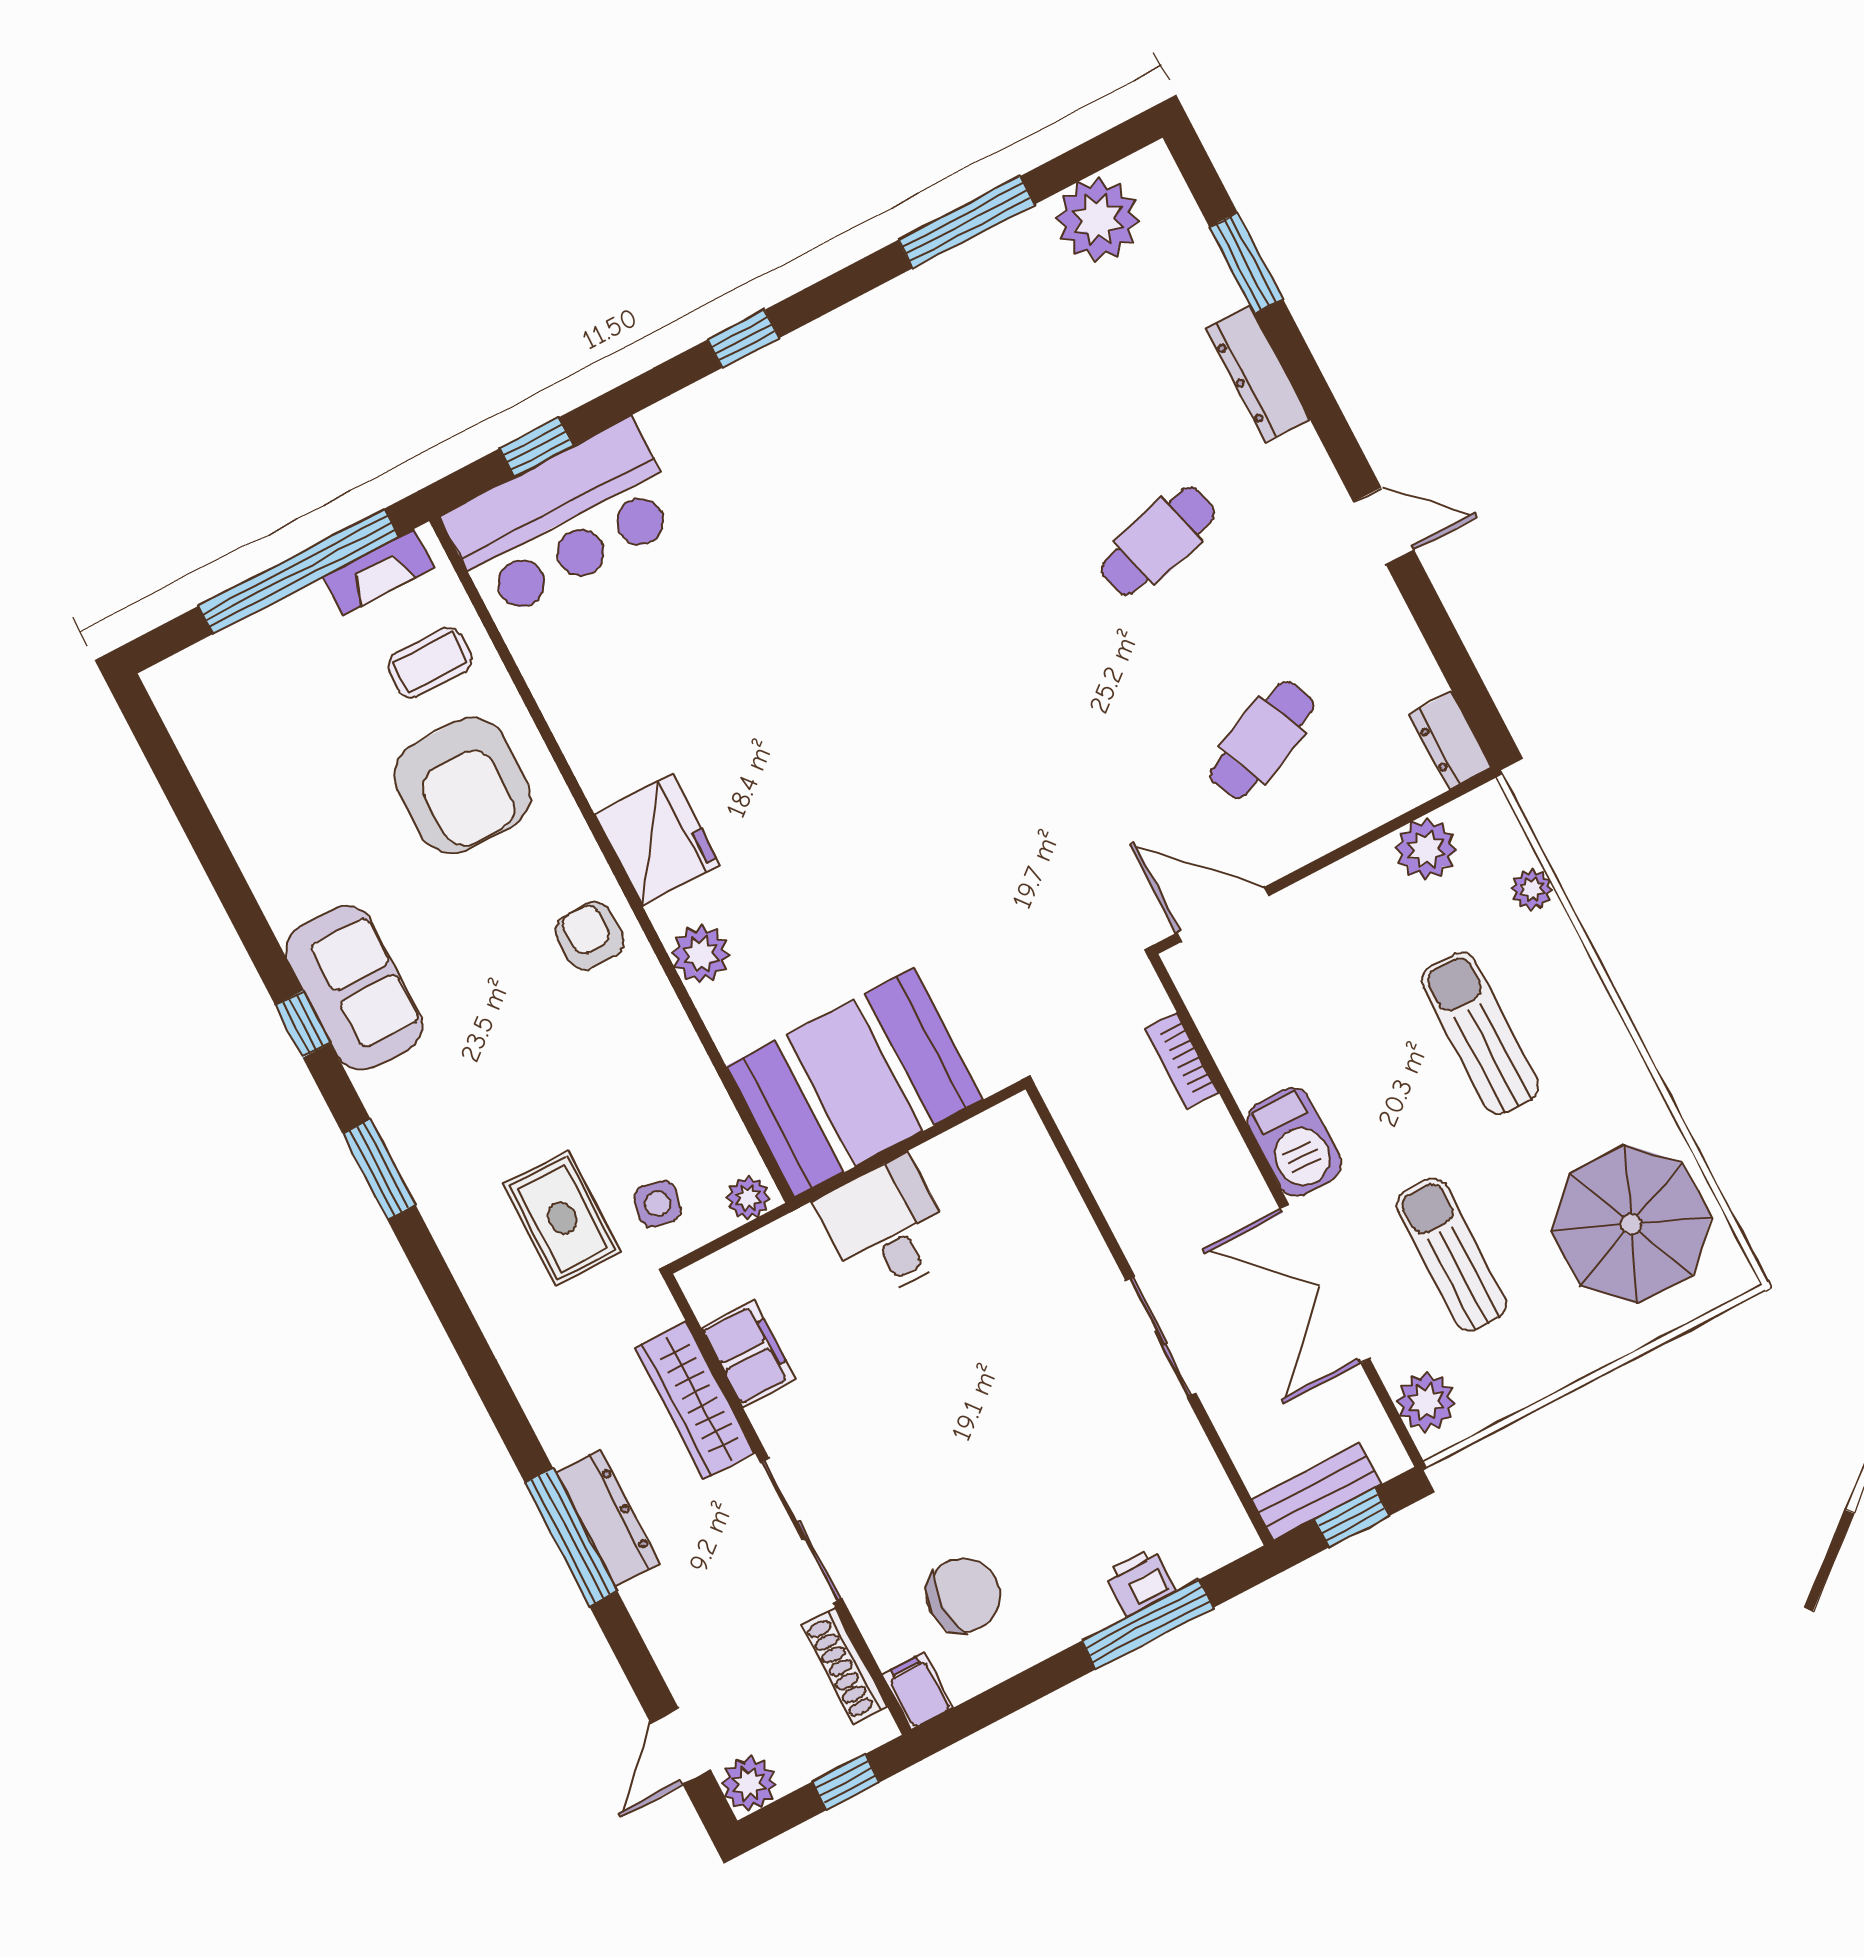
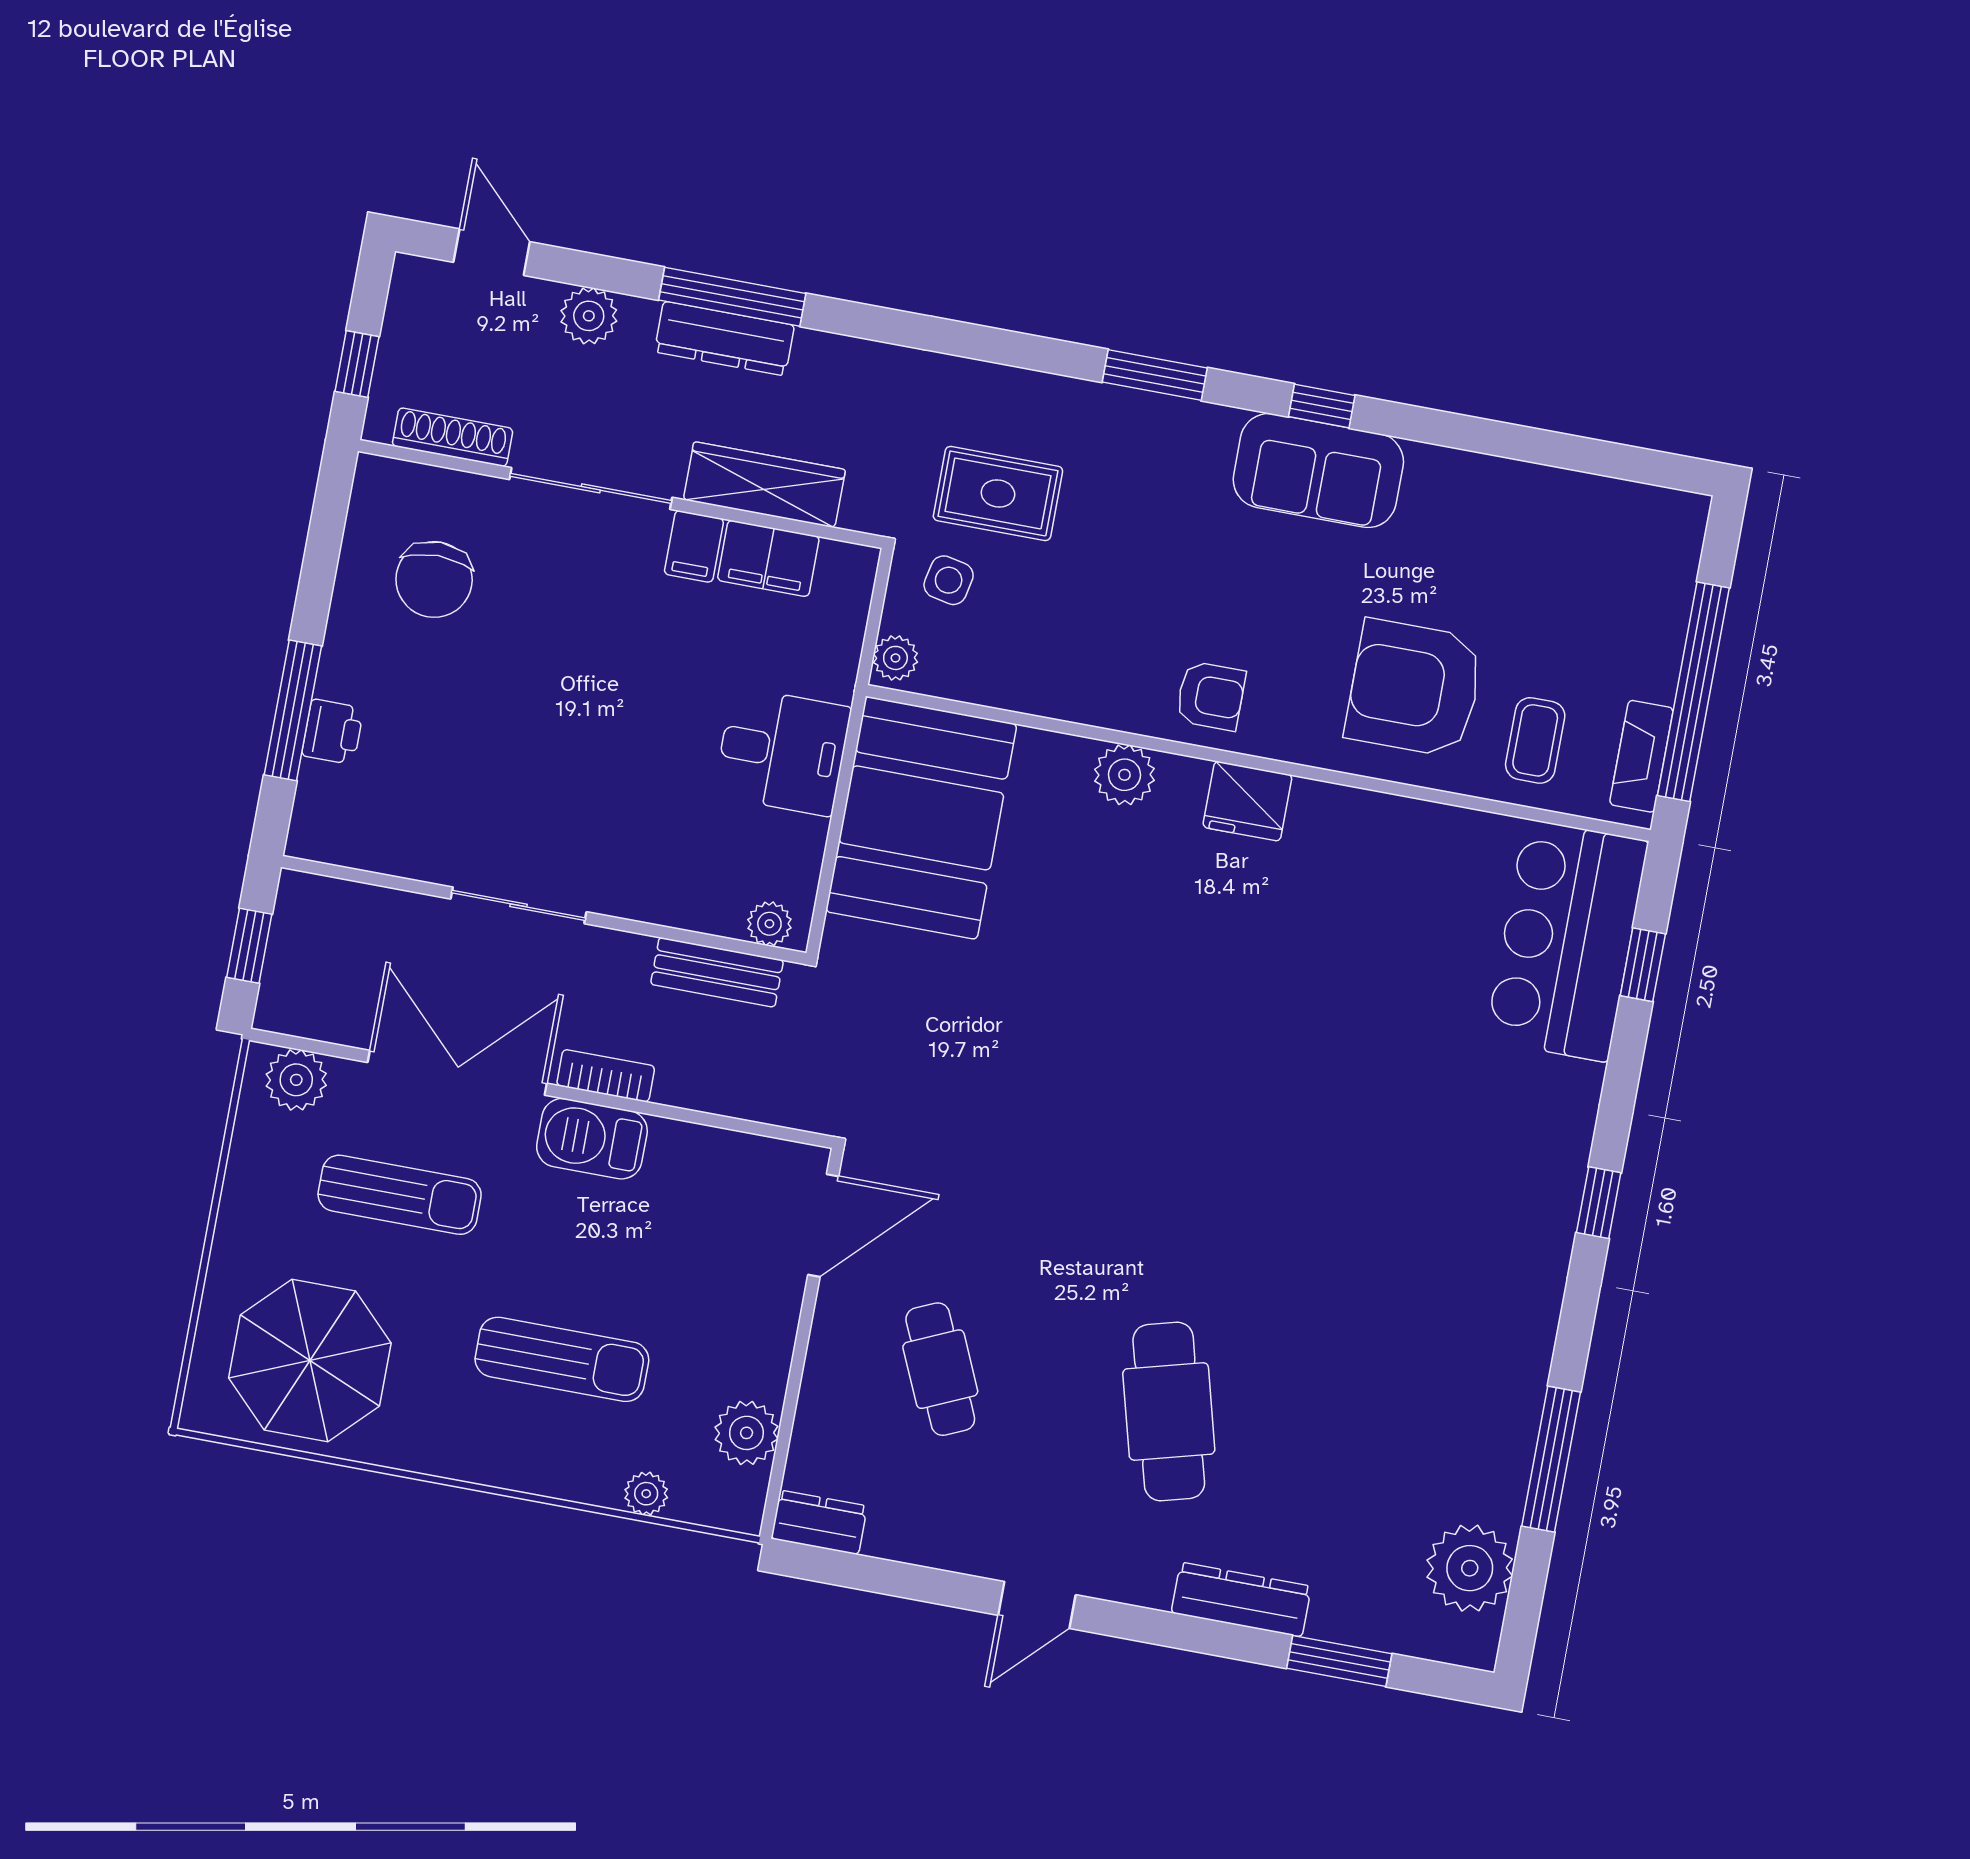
cafe table: (1158, 541) -> (1169, 1411), width x1.37, depth x1.35
fridge: (657, 840) -> (1247, 801), width x0.73, depth x0.75
bookcase: (1182, 1060) -> (606, 1076), moved
plant: (1025, 1135) -> (769, 924), added
bench: (1317, 1492) -> (717, 972), moved, turned 90
filing cabinet: (918, 1691) -> (694, 546), moved, turned 90
plant: (749, 1784) -> (589, 316), moved

